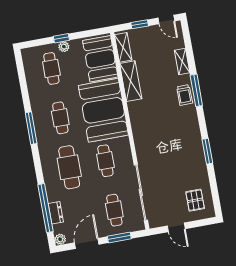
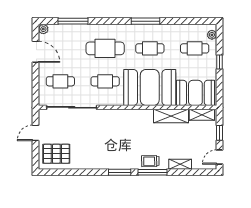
plant: (64, 47) -> (212, 35), moved
window: (207, 151) -> (120, 172), moved
pallet: (195, 200) -> (56, 154), width x1.50, depth x1.42
window: (46, 208) -> (73, 21), width x0.68
dresser: (56, 213) -> (67, 29), removed
window: (119, 238) -> (35, 81), removed

